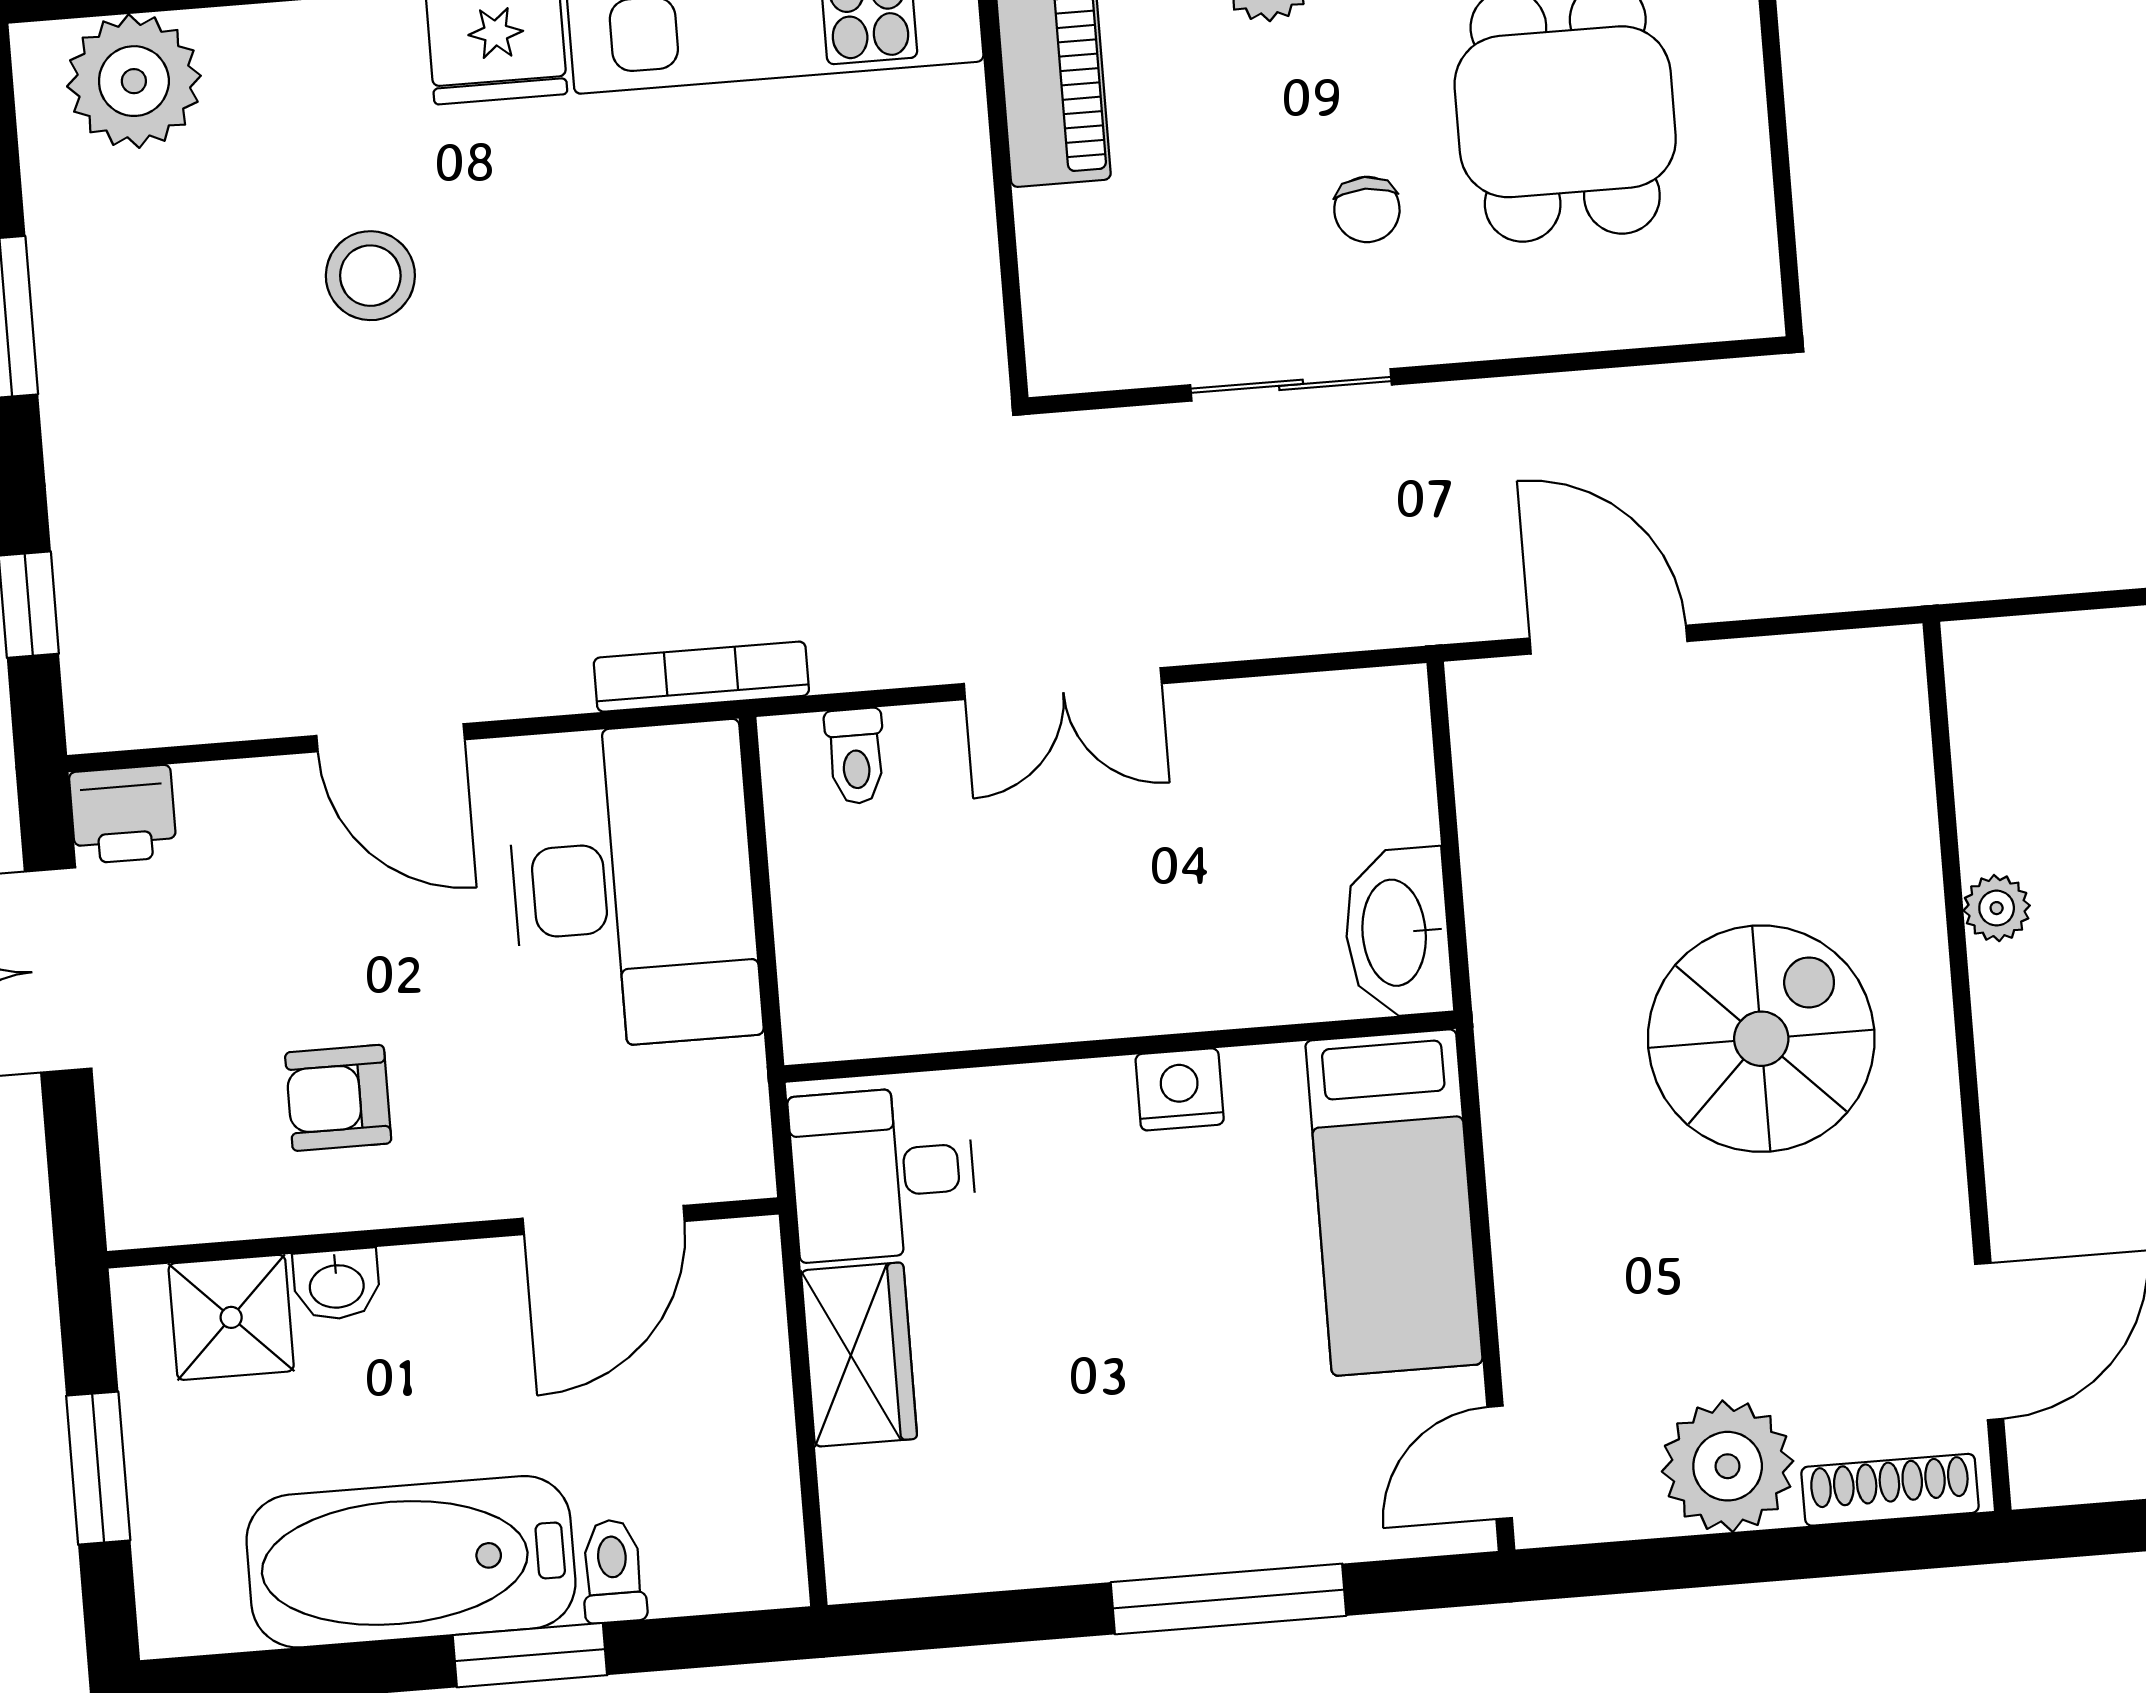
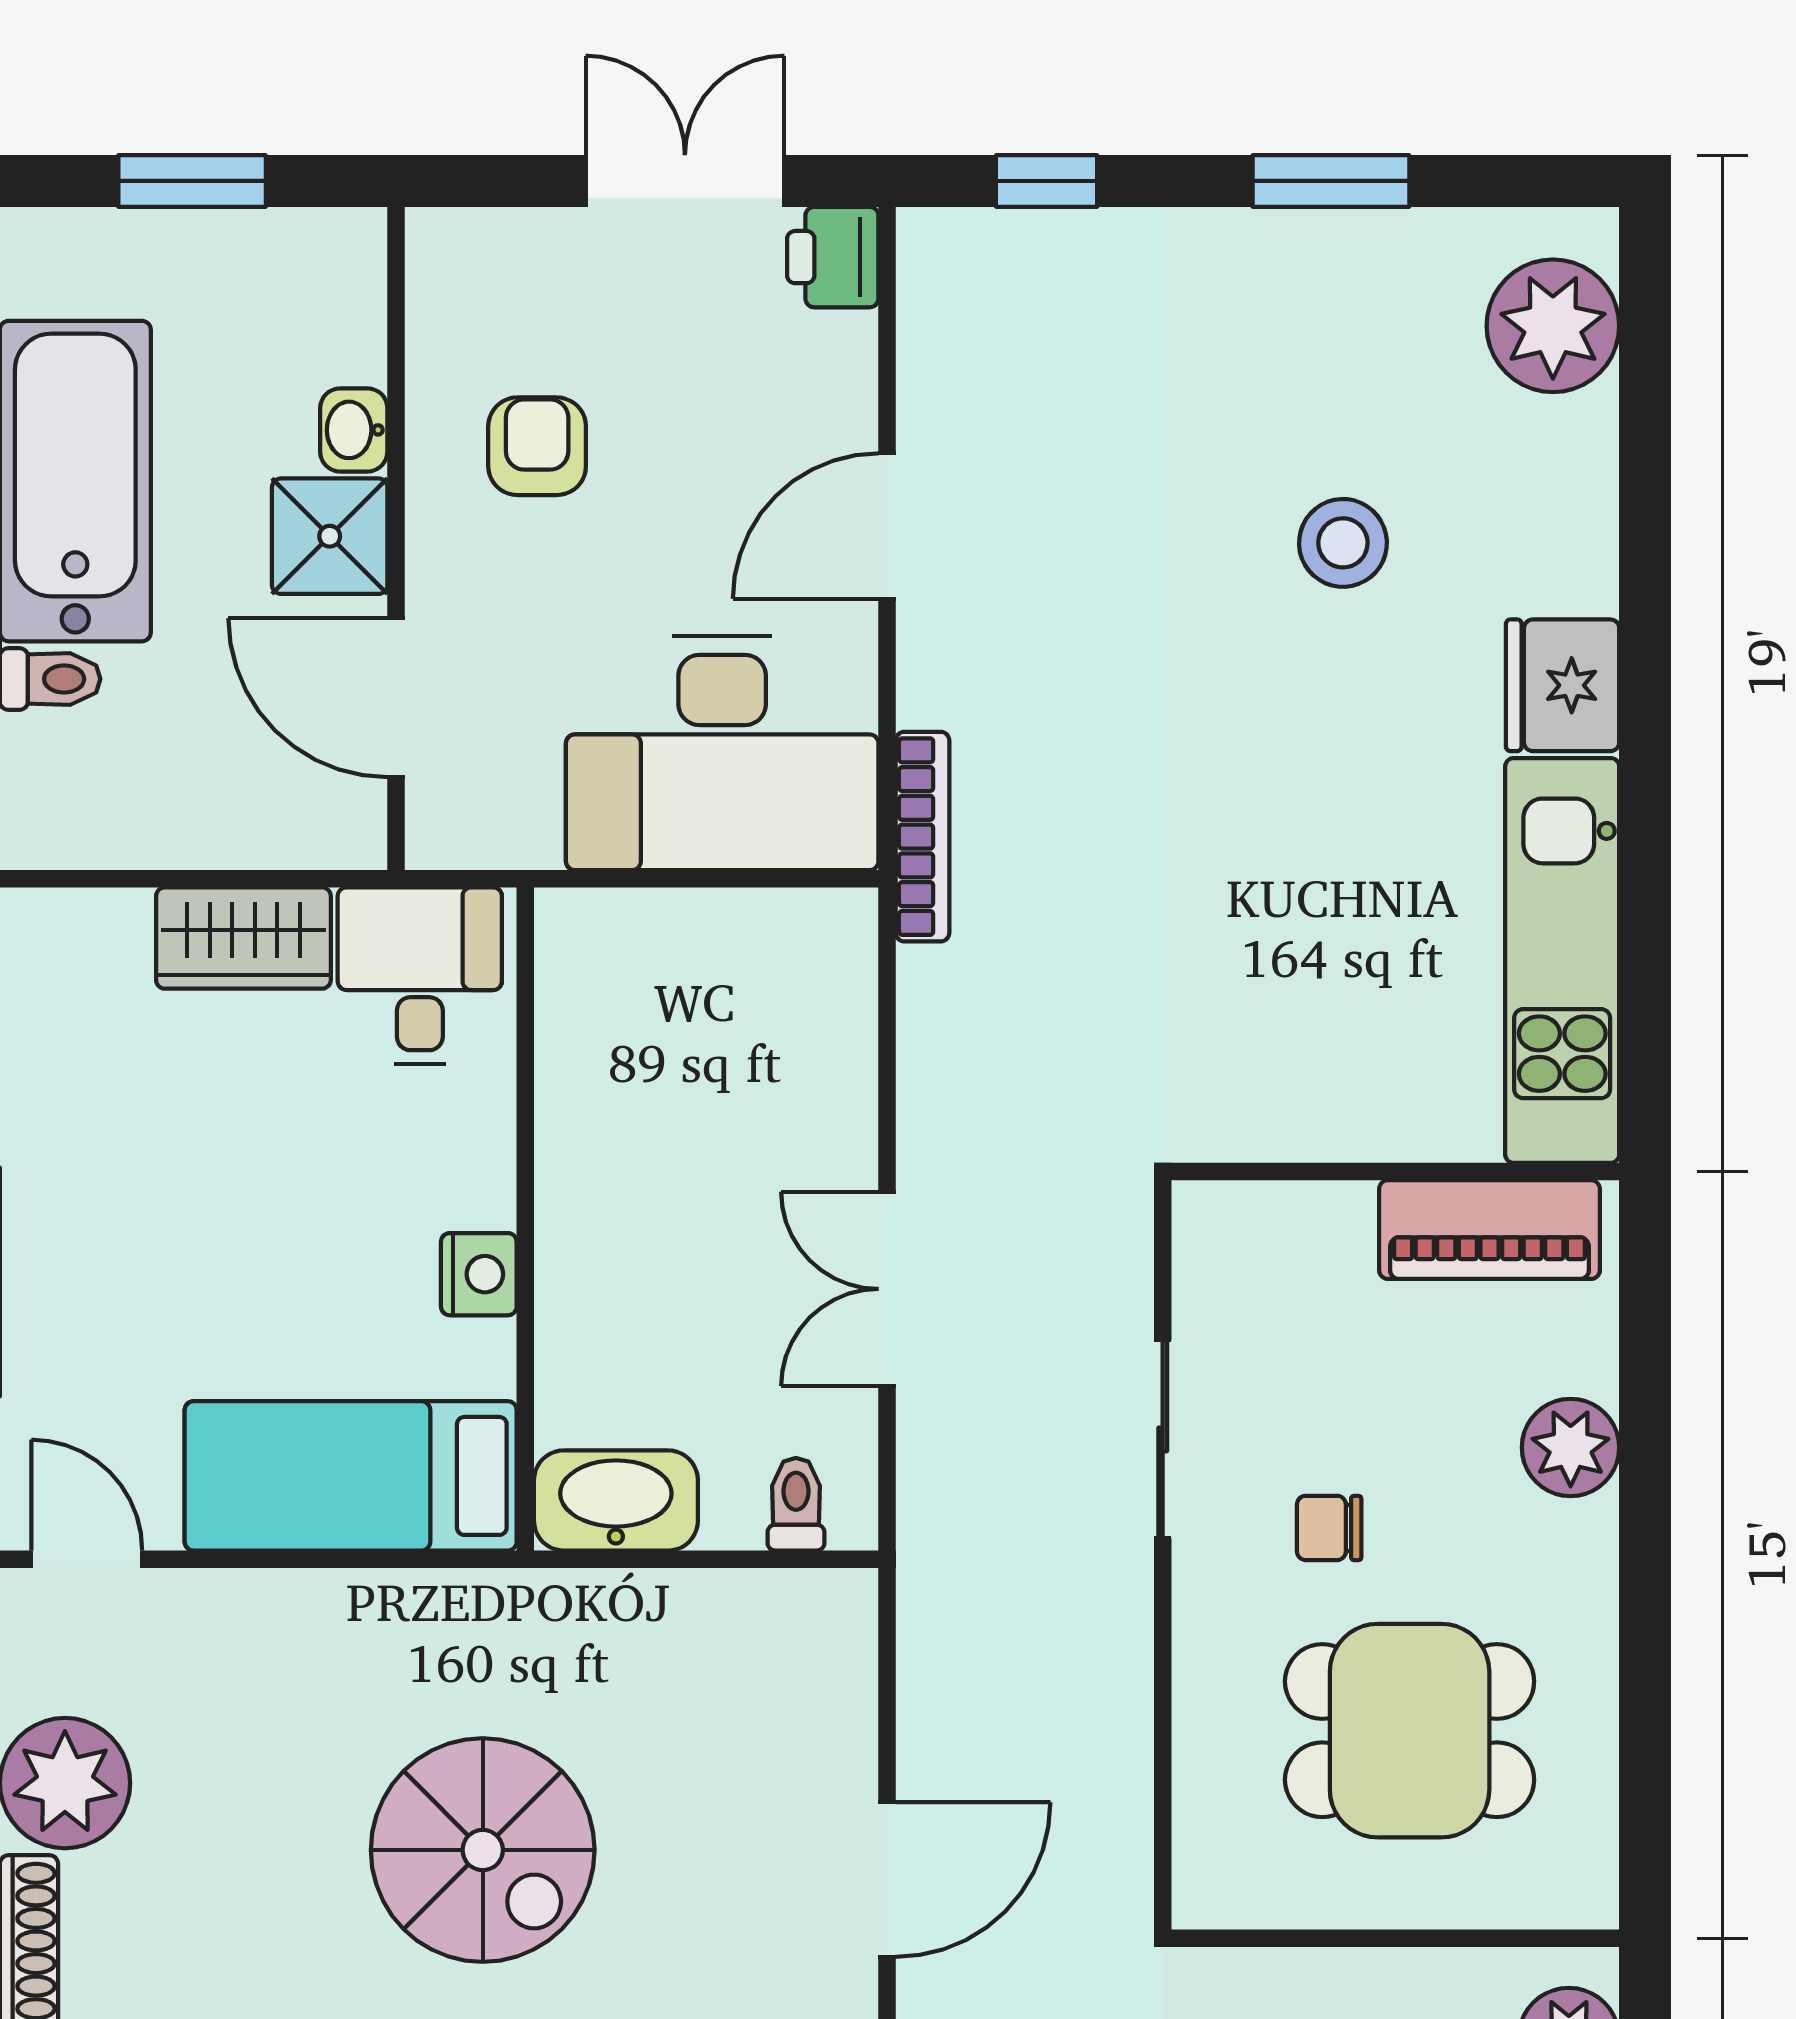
door: (1608, 640) -> (887, 1880), moved
double door: (1063, 684) -> (887, 1289), moved
toilet: (856, 756) -> (796, 1504), moved, turned 90
shower: (231, 1317) -> (330, 536), moved

